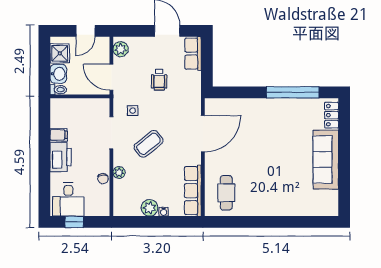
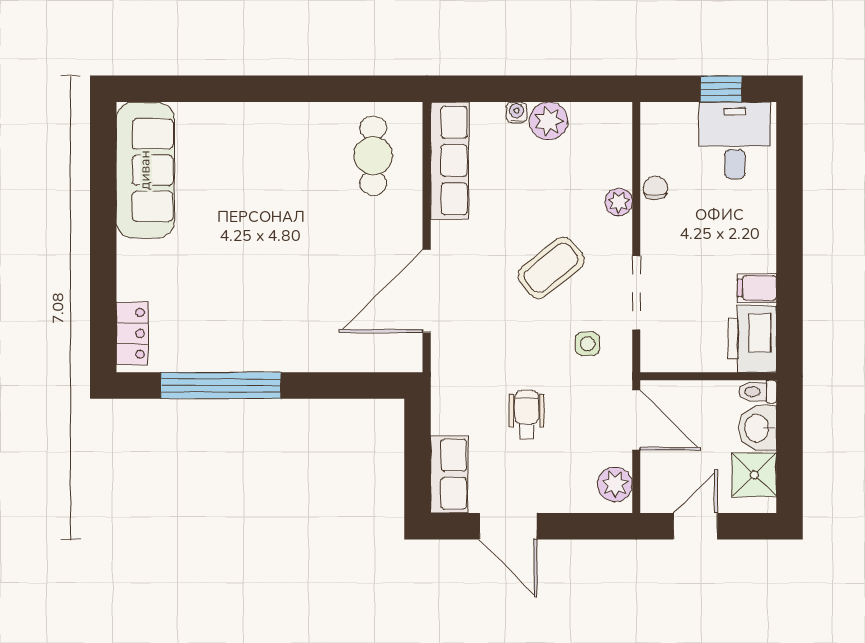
printer: (61, 157) -> (752, 339), moved
sofa: (326, 160) -> (145, 170), moved

